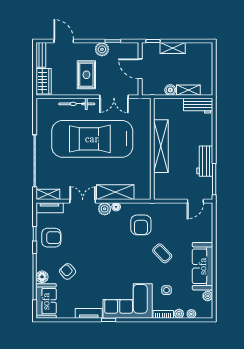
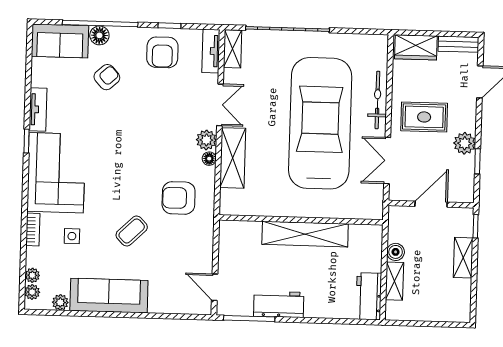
plant: (179, 314) -> (32, 292), moved

